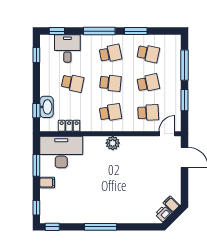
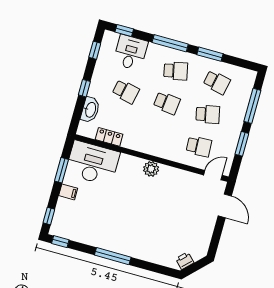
window: (36, 111) -> (84, 88), moved
school desk: (110, 113) -> (158, 135), removed
filing cabinet: (171, 204) -> (196, 253), removed

